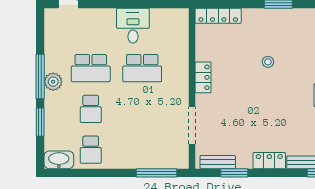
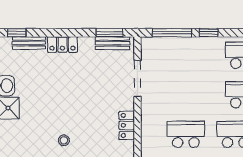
window: (119, 173) -> (209, 33), added
window: (234, 173) -> (110, 33), moved

